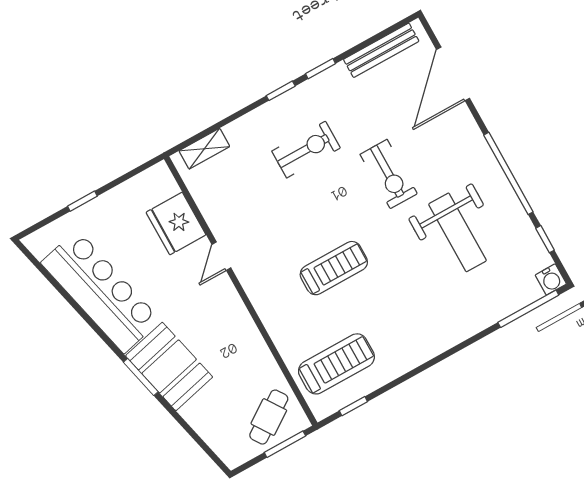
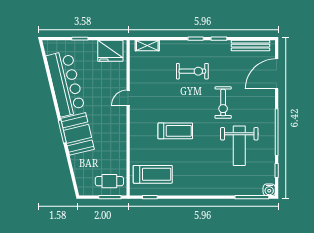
fridge: (176, 224) -> (110, 51), moved, turned -90
cafe table: (269, 417) -> (109, 181), turned 34

